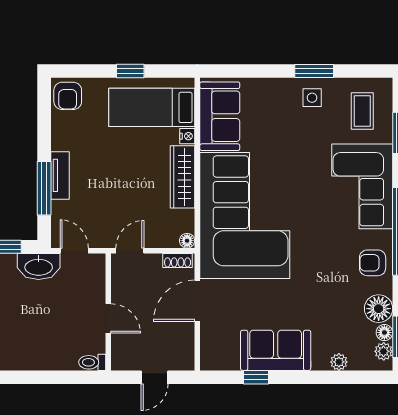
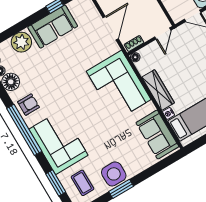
side table: (312, 98) -> (114, 174), width x1.87, depth x1.87
corner sofa: (245, 215) -> (119, 85), width x0.73, depth x0.74
plant: (339, 362) -> (21, 42), width x1.88, depth x1.88

